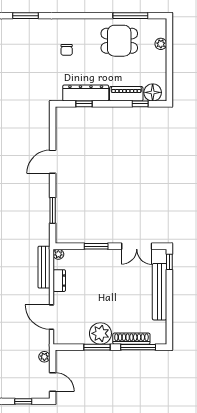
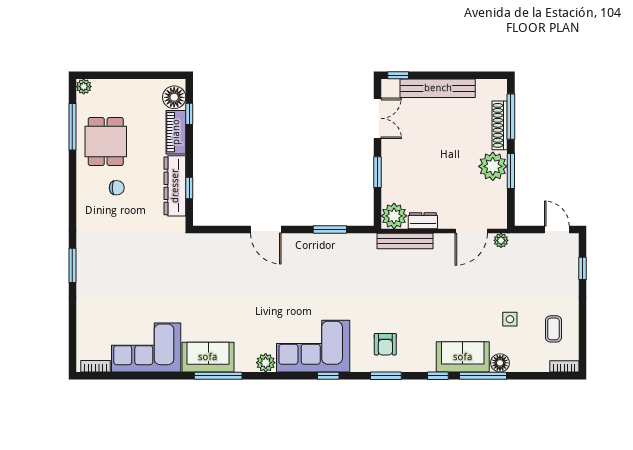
plant: (161, 44) -> (84, 87), moved
chair: (67, 50) -> (117, 188), moved
plant: (58, 254) -> (394, 216), width x1.88, depth x1.88
plant: (44, 357) -> (501, 240), moved
door: (53, 382) -> (557, 230), hinge flipped

